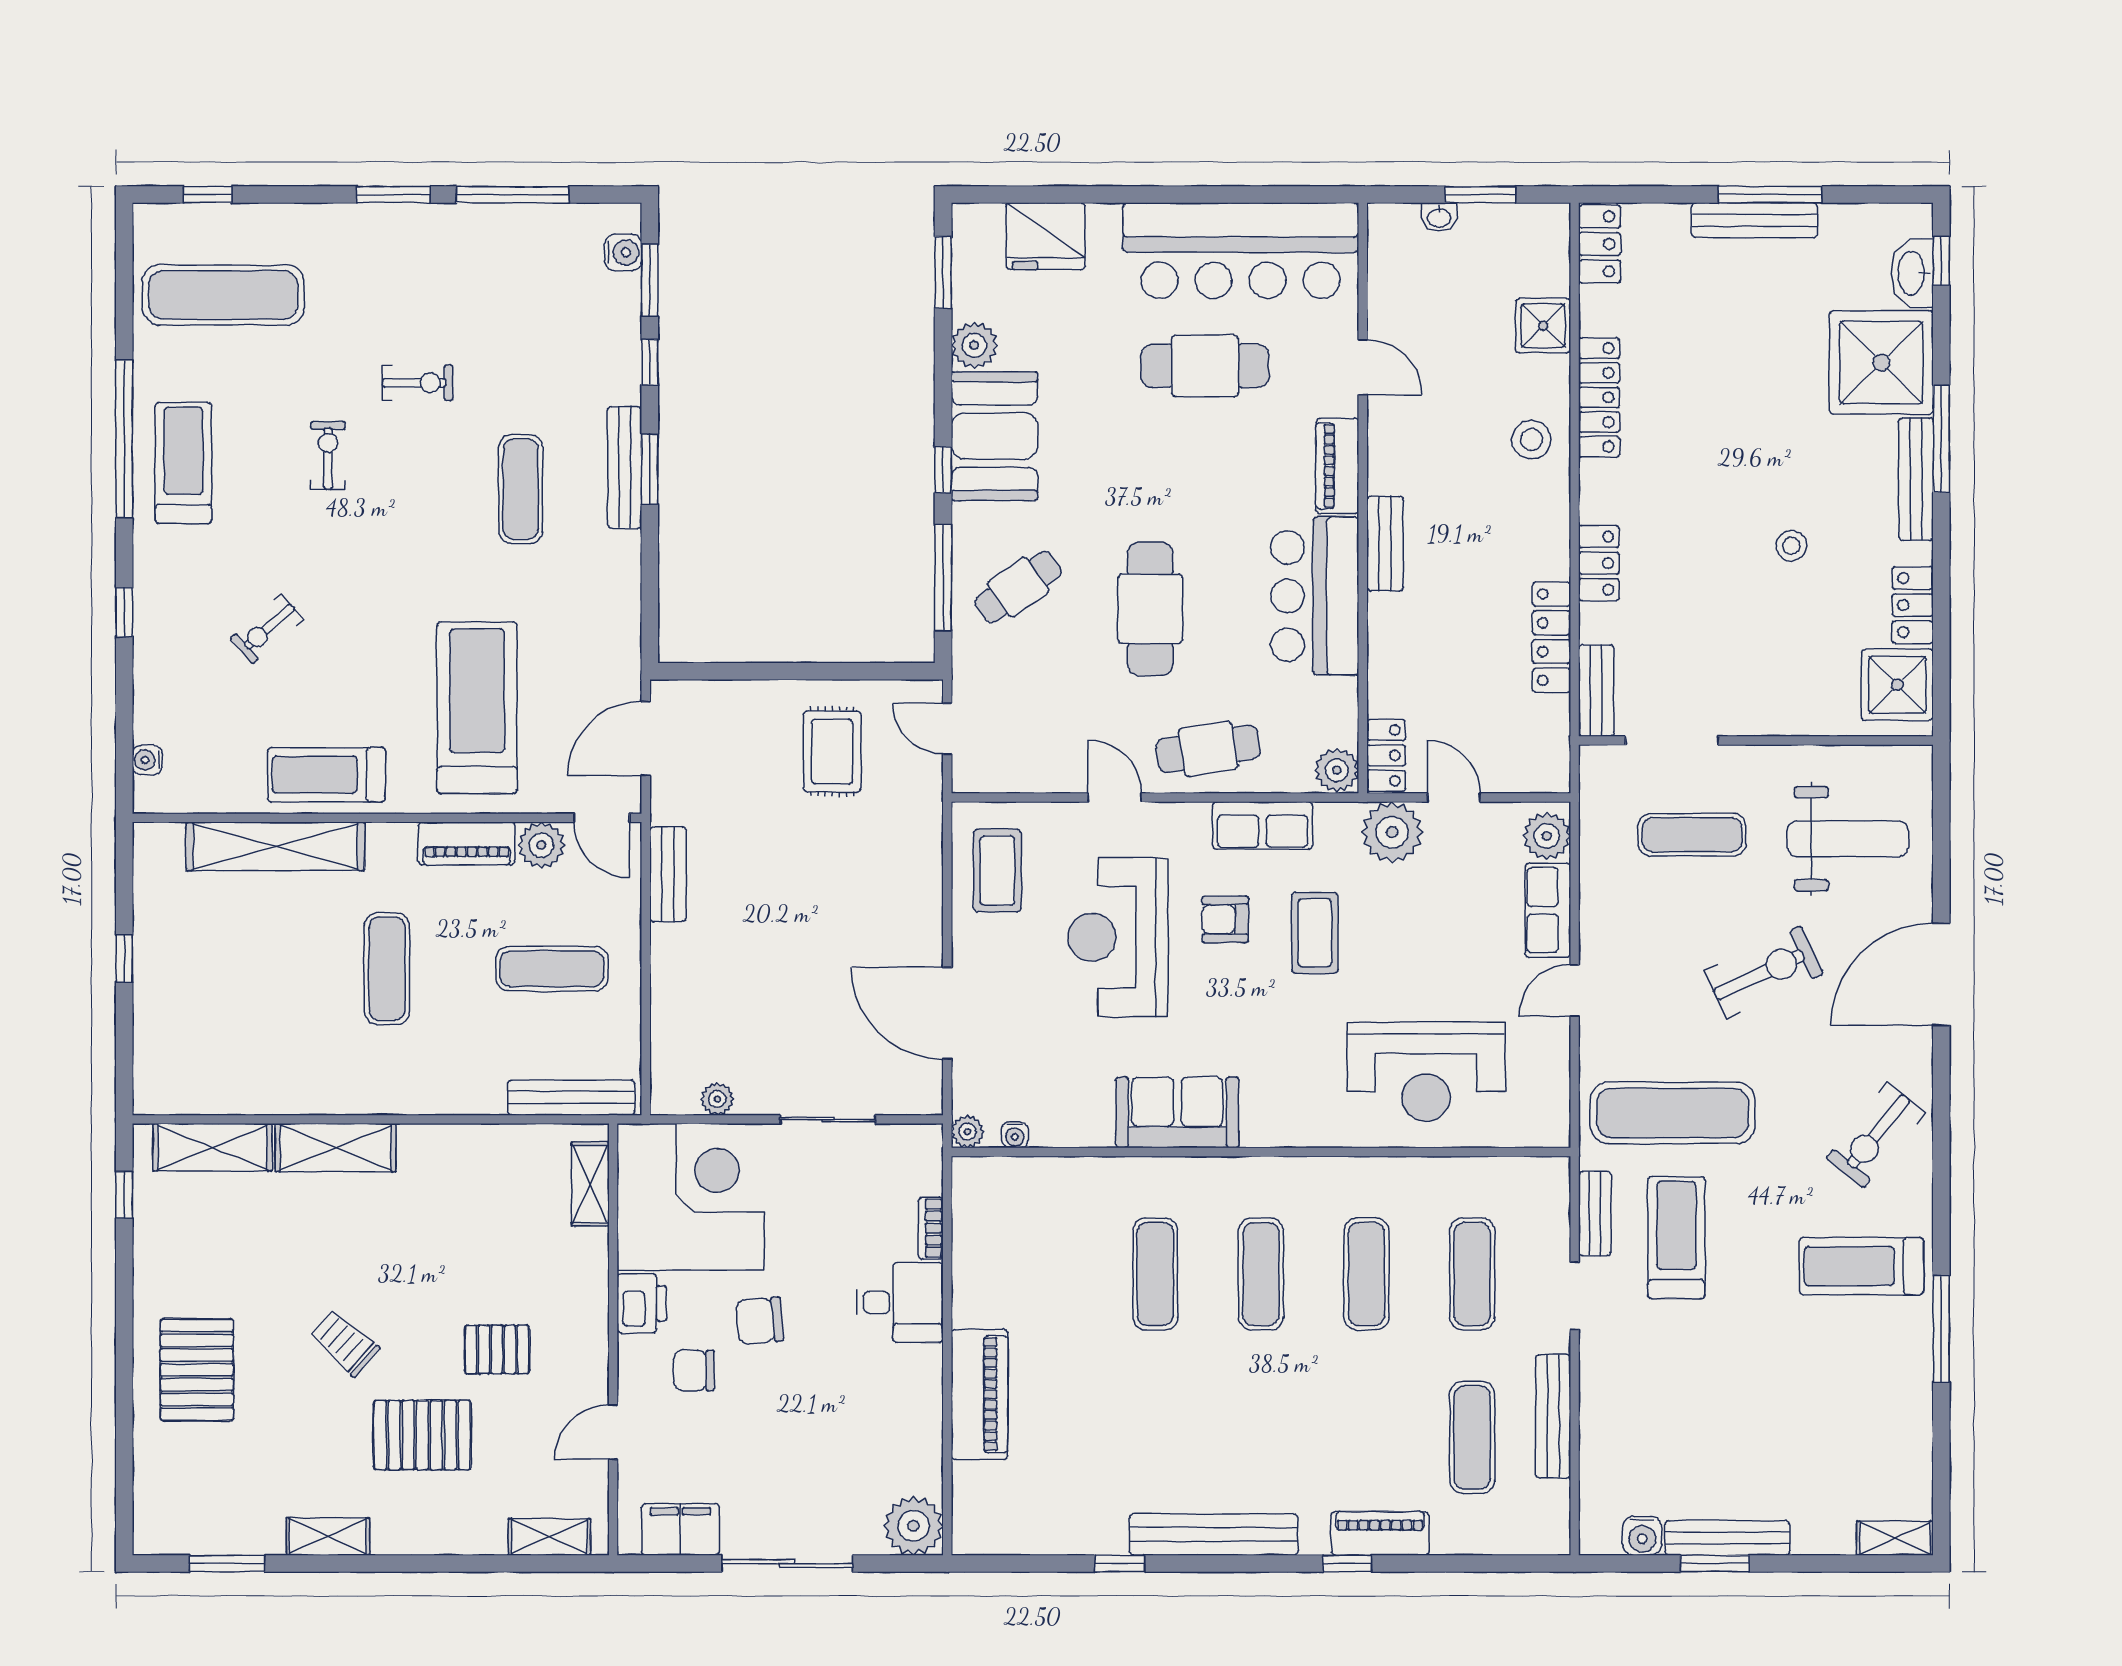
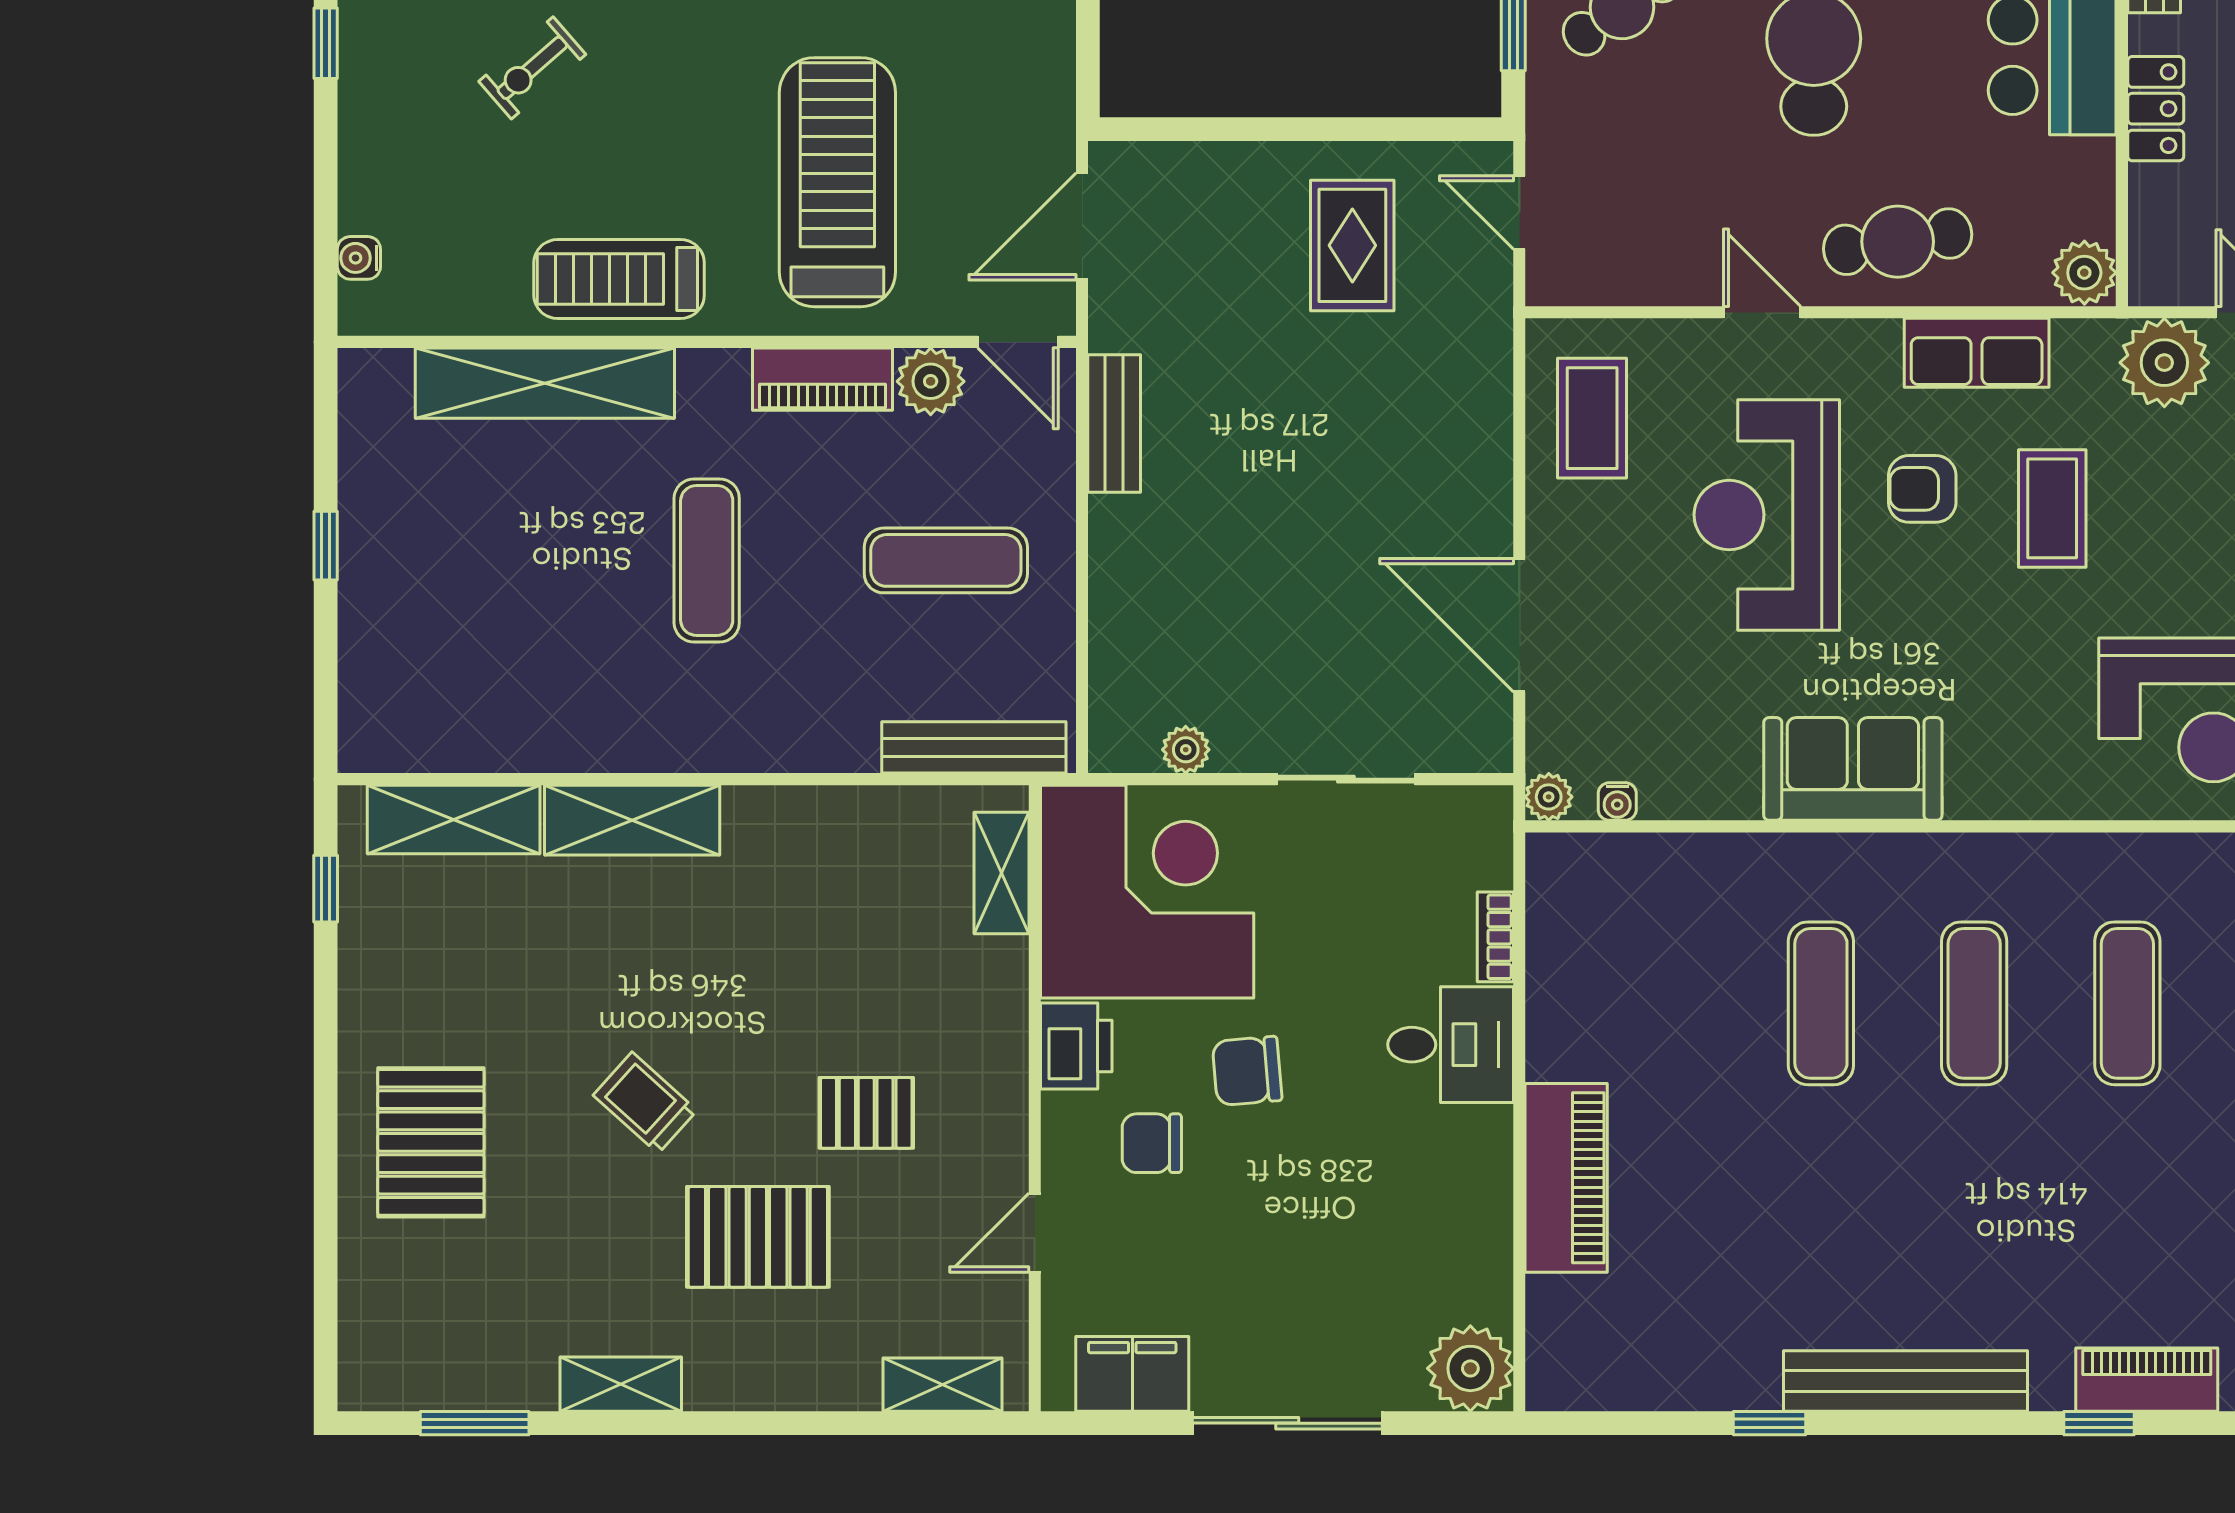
locker: (1386, 755) -> (2156, 109), moved

